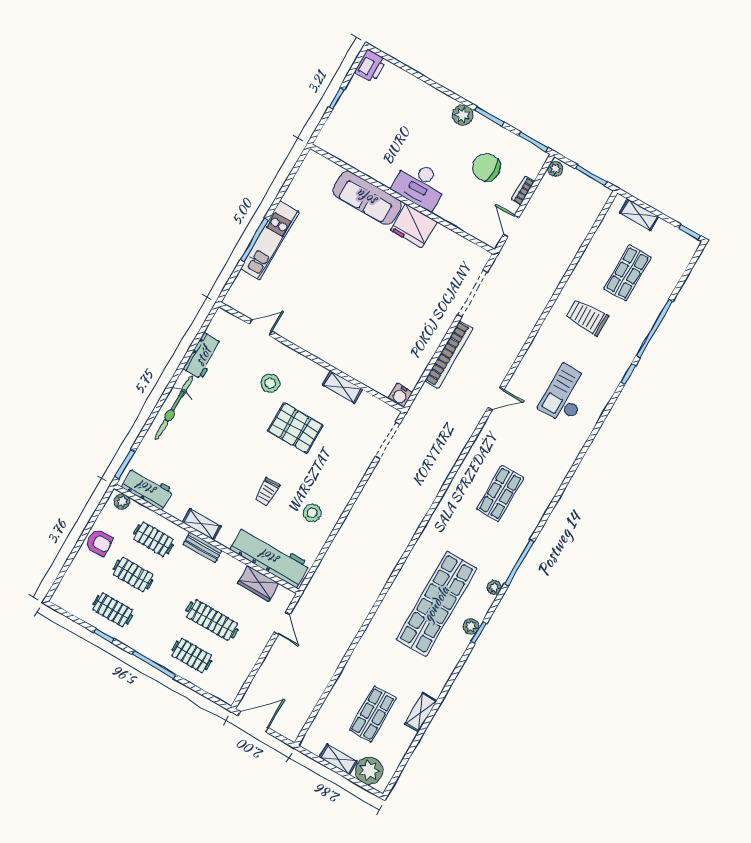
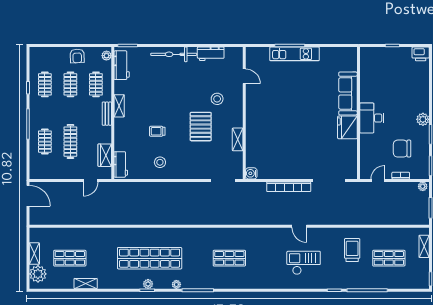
chair: (486, 167) -> (402, 149), turned -90
door: (496, 399) -> (299, 226), moved
workbench: (270, 557) -> (121, 164), width x0.53, depth x0.76

